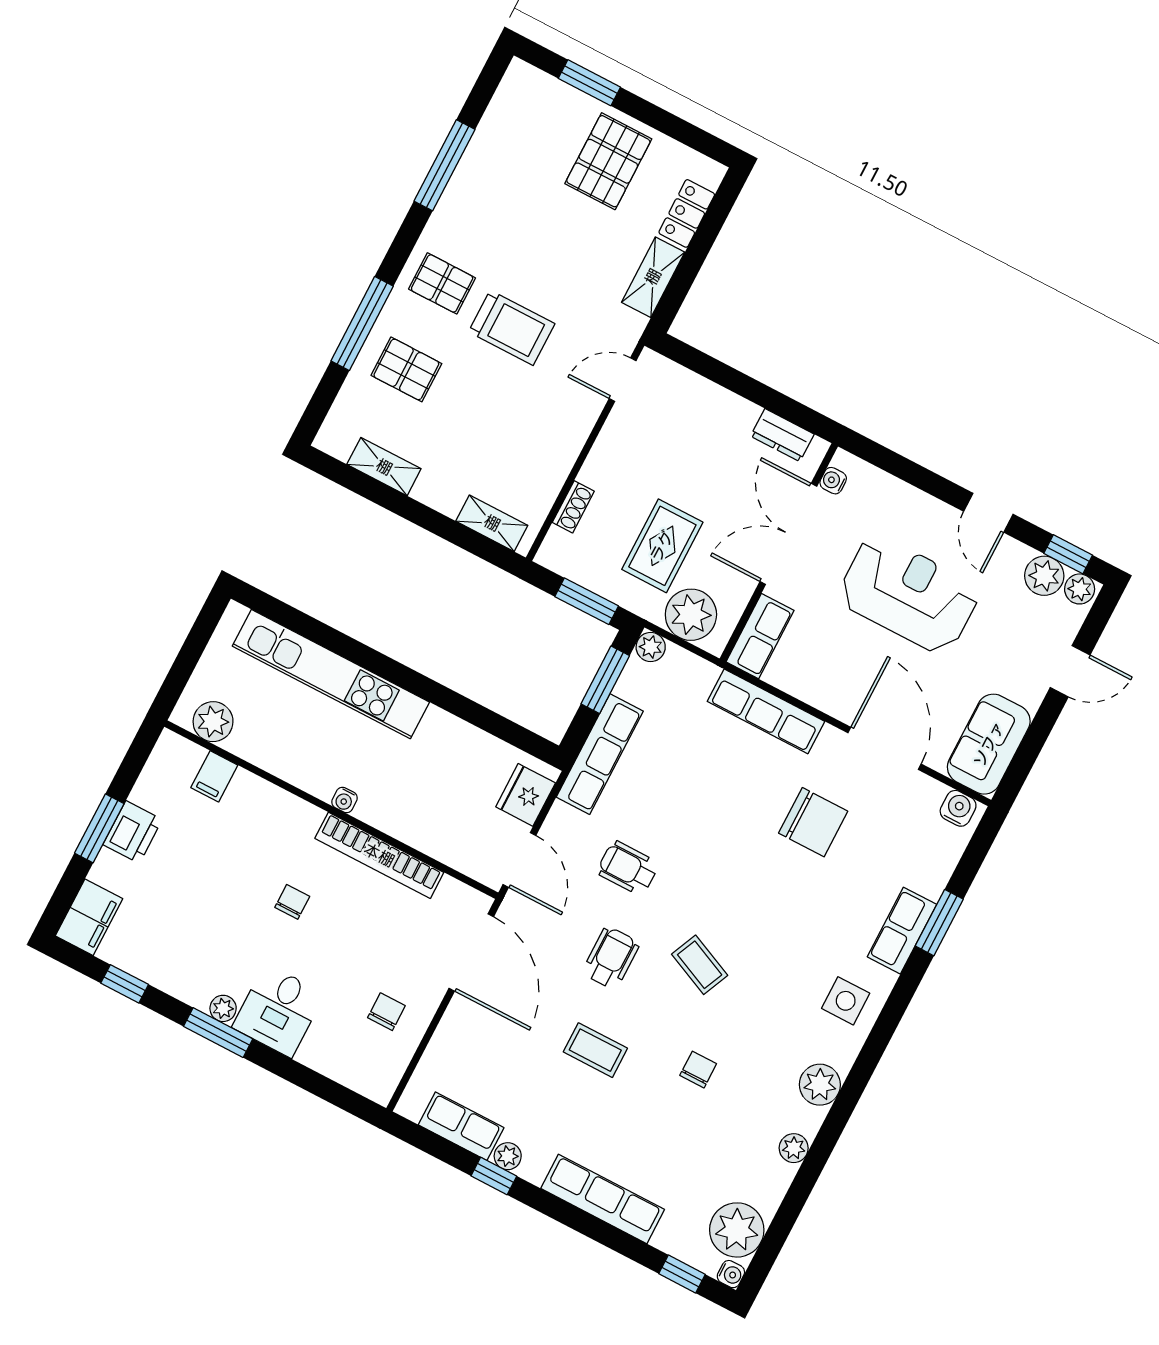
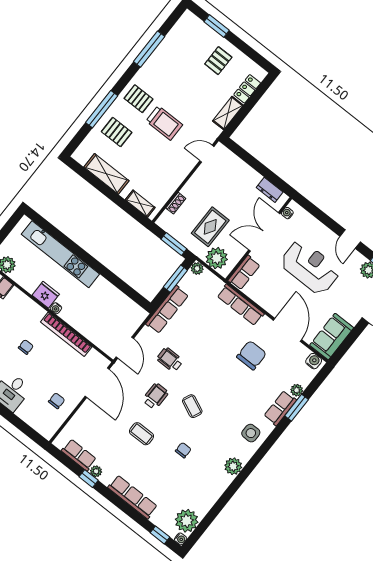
pallet: (608, 161) -> (218, 61), width x0.67, depth x0.71
shelving: (384, 467) -> (106, 174), width x1.50, depth x1.33
fridge: (526, 795) -> (46, 295), moved, turned 90
chair: (813, 822) -> (252, 355), turned -90
plant: (794, 1148) -> (297, 390), moved

